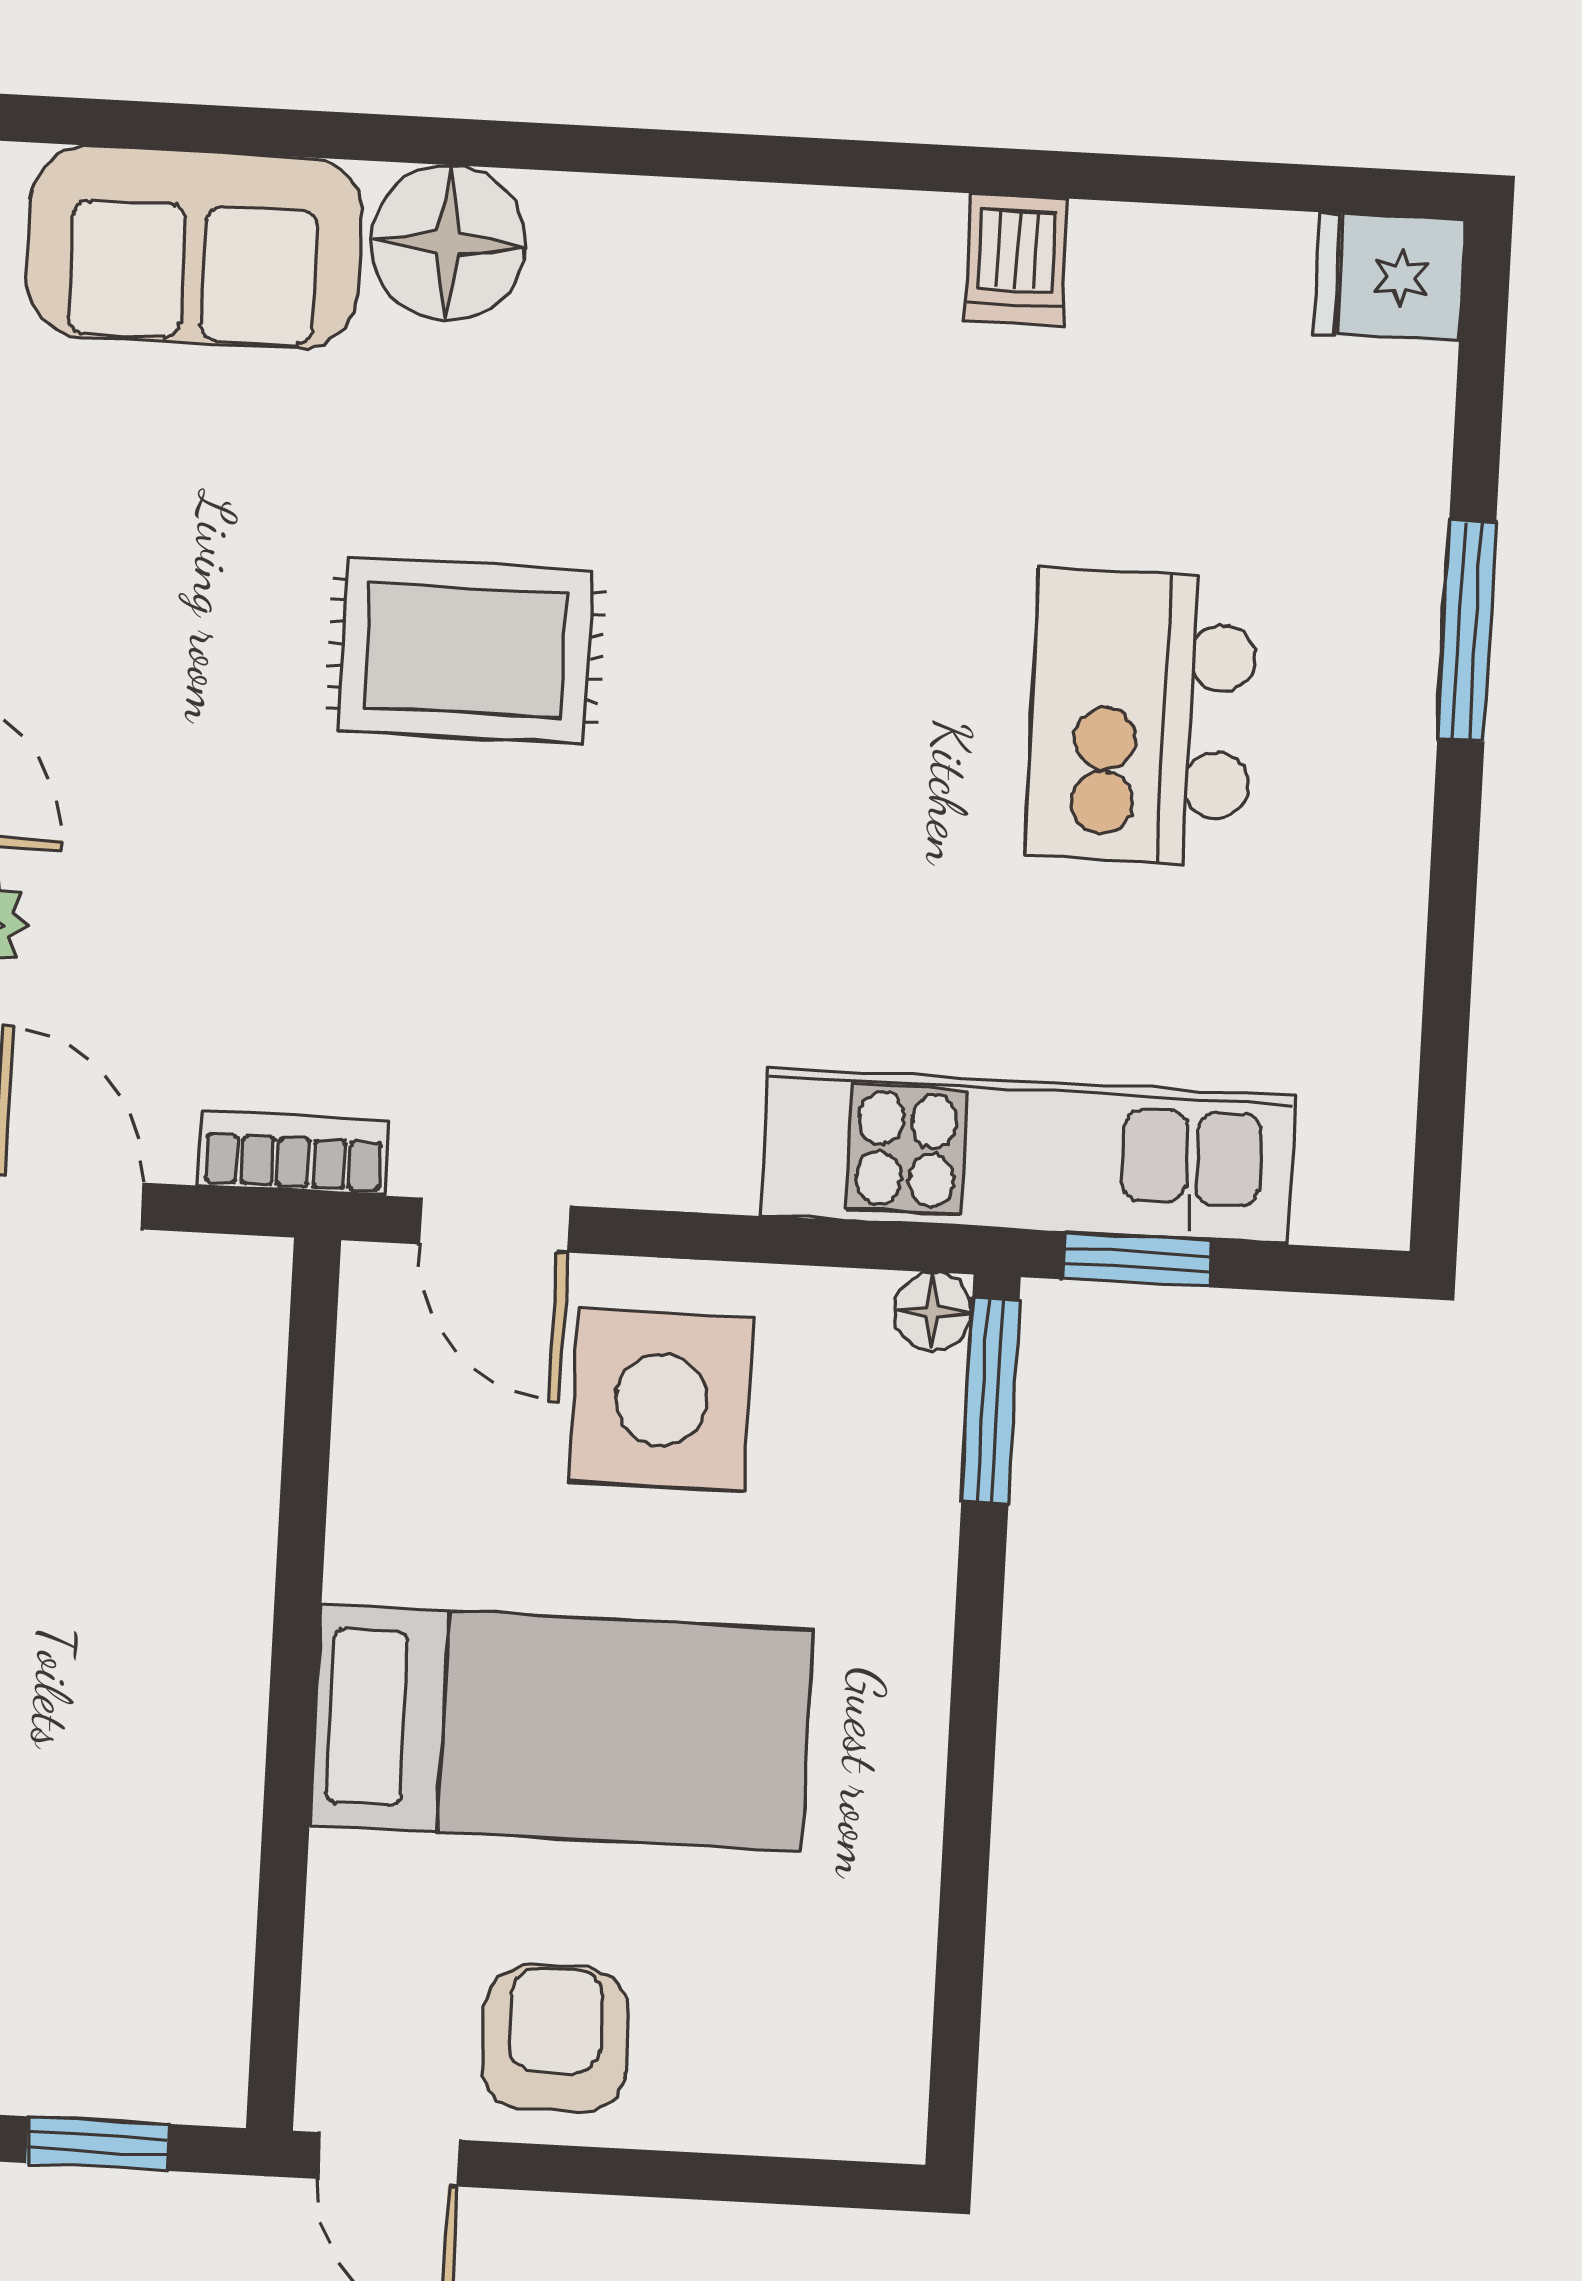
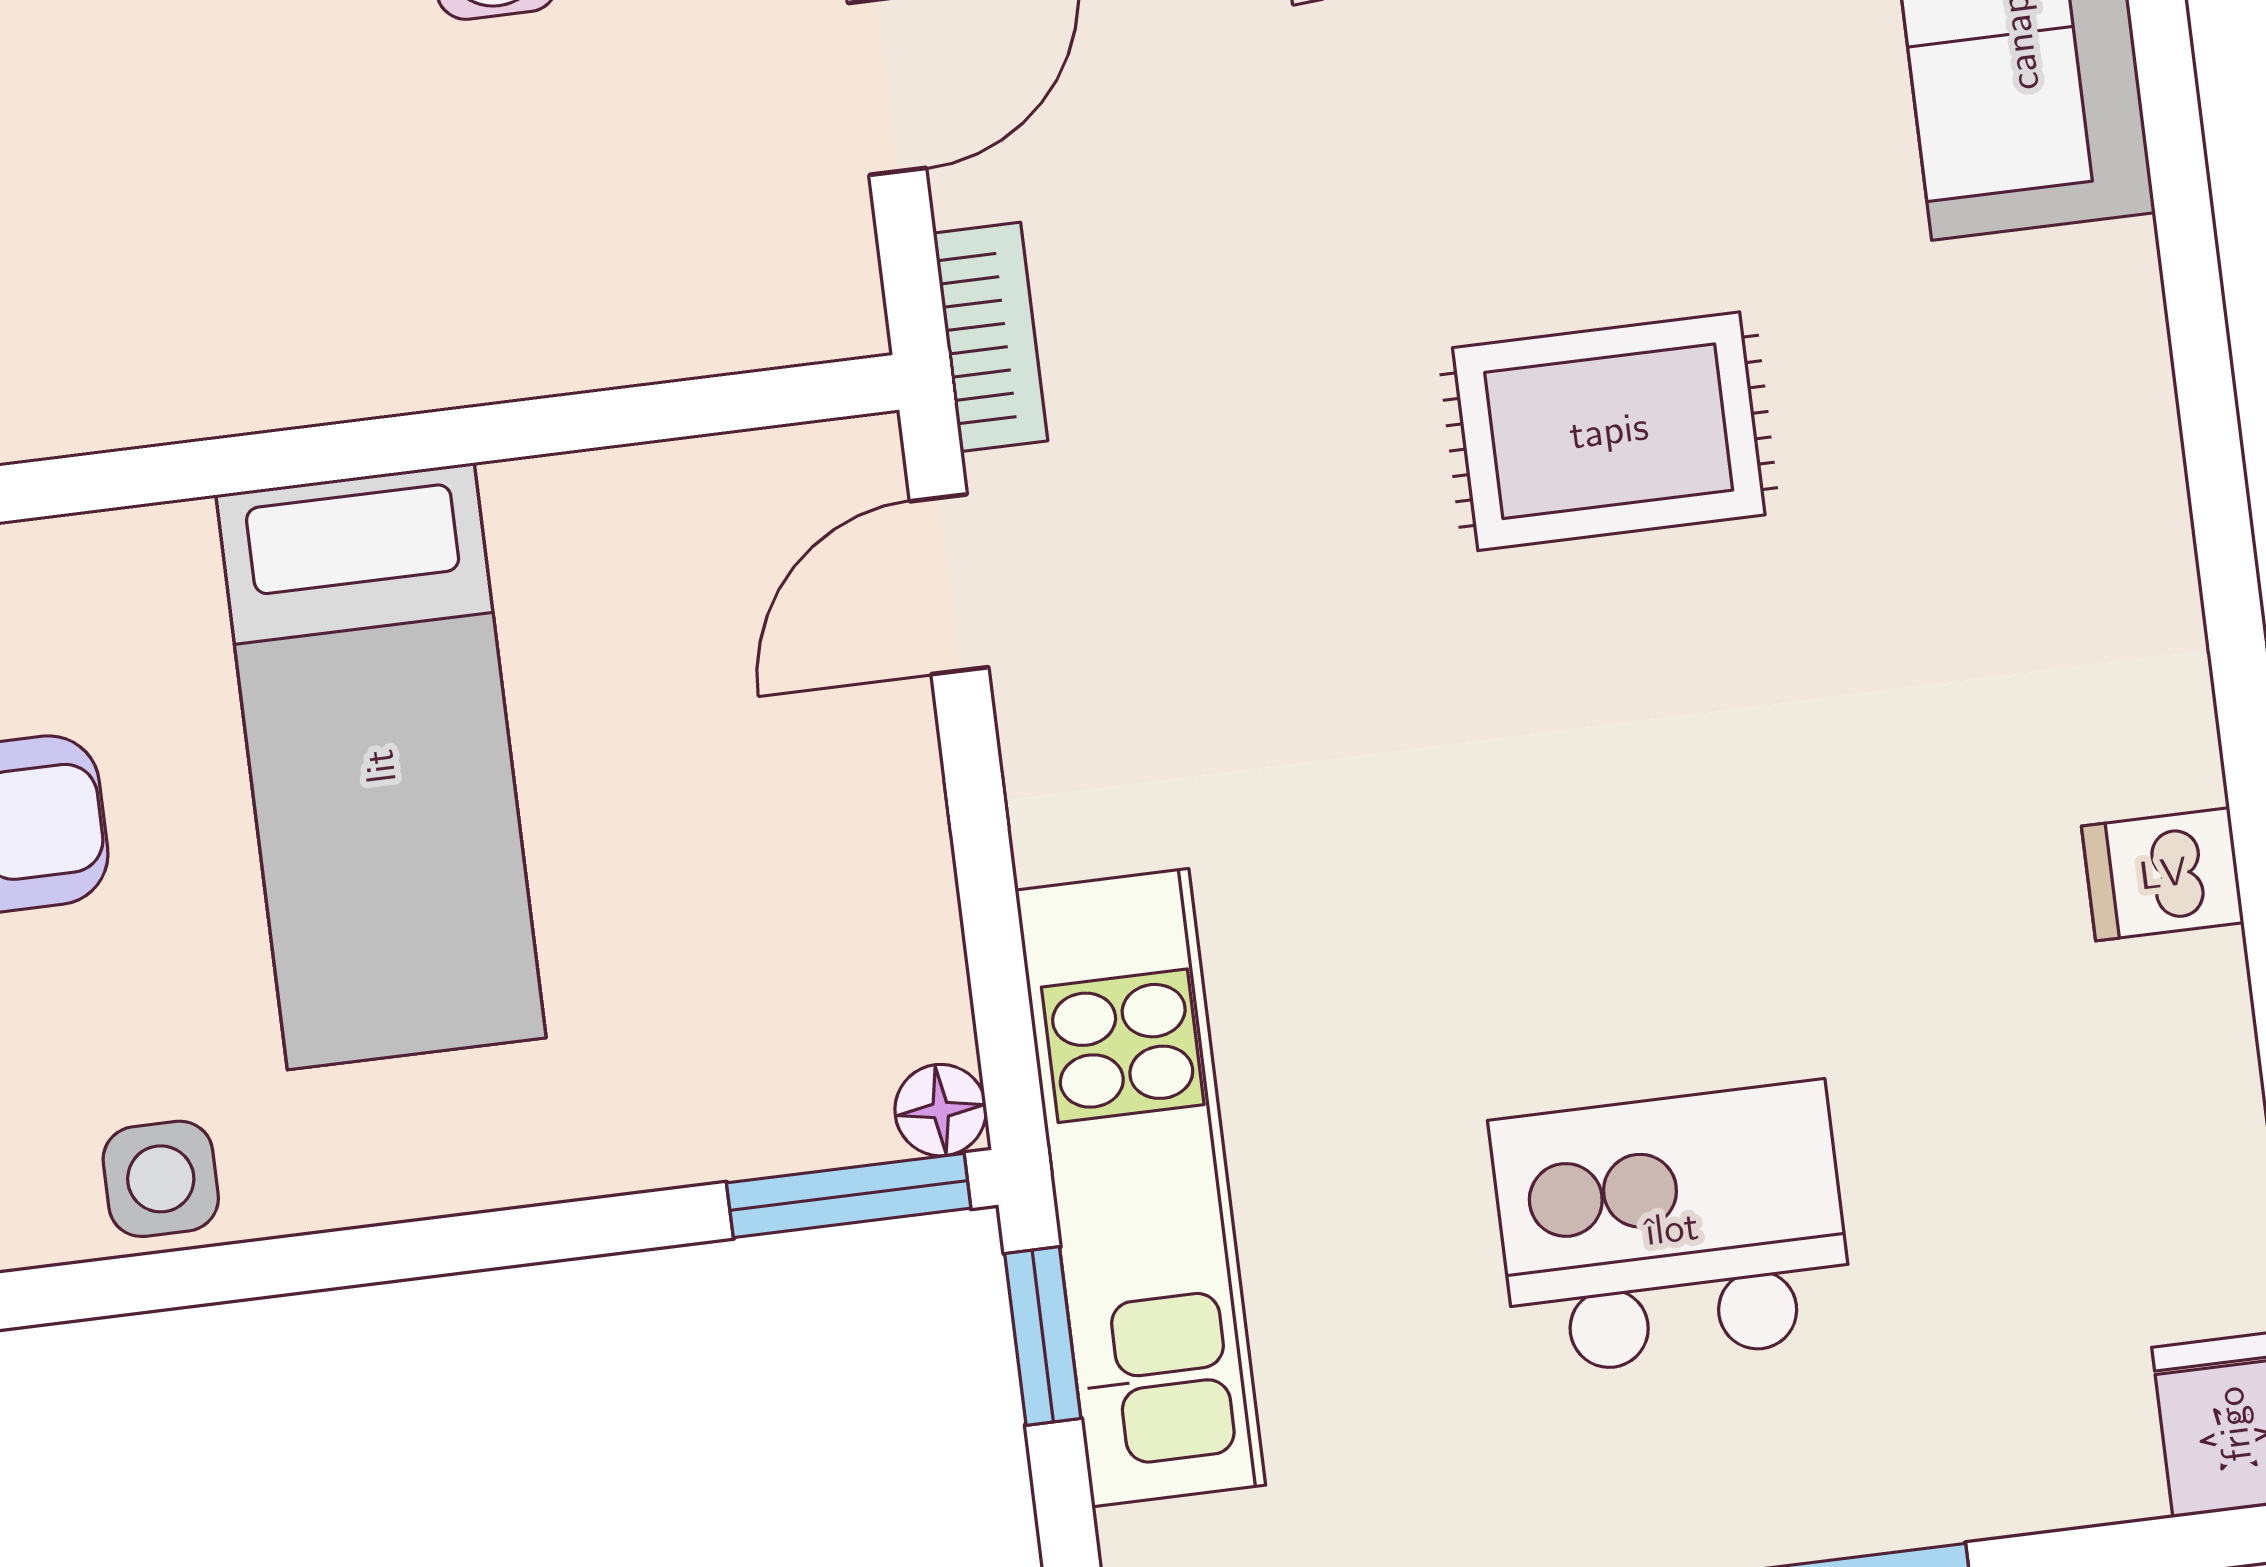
floor lamp: (448, 243) -> (2077, 326), removed
dishwasher: (1016, 259) -> (2163, 874), moved
rug: (466, 650) -> (1609, 431), turned 90
side table: (661, 1400) -> (161, 1179), moved, width x0.54, depth x0.54

